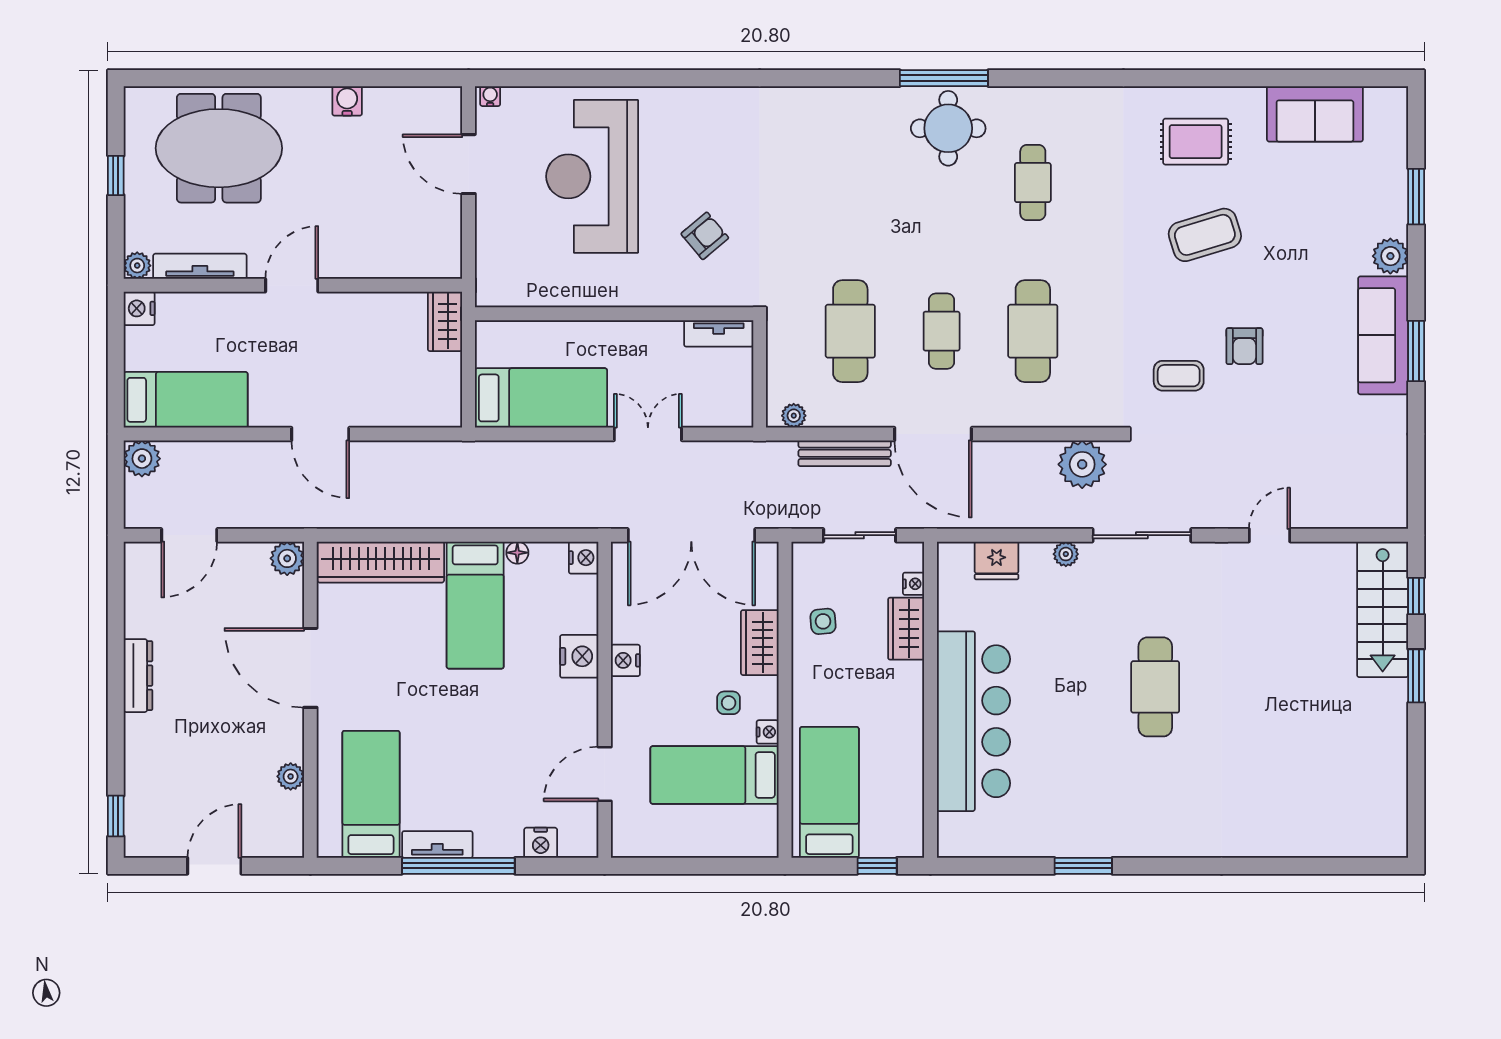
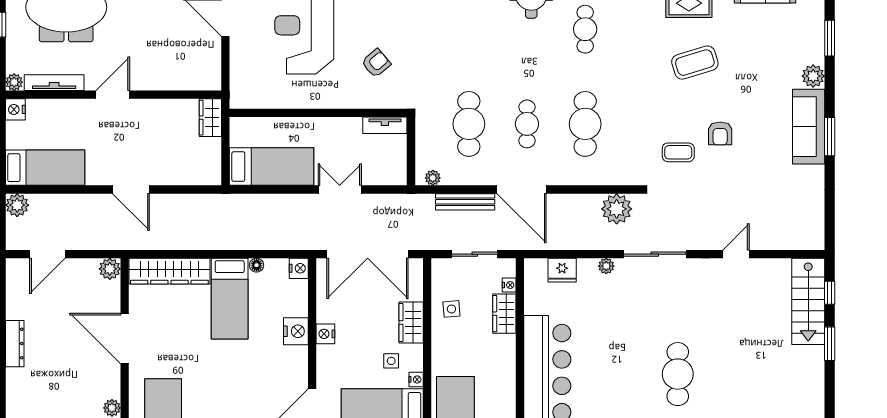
cafe table: (1155, 687) -> (678, 374), moved

